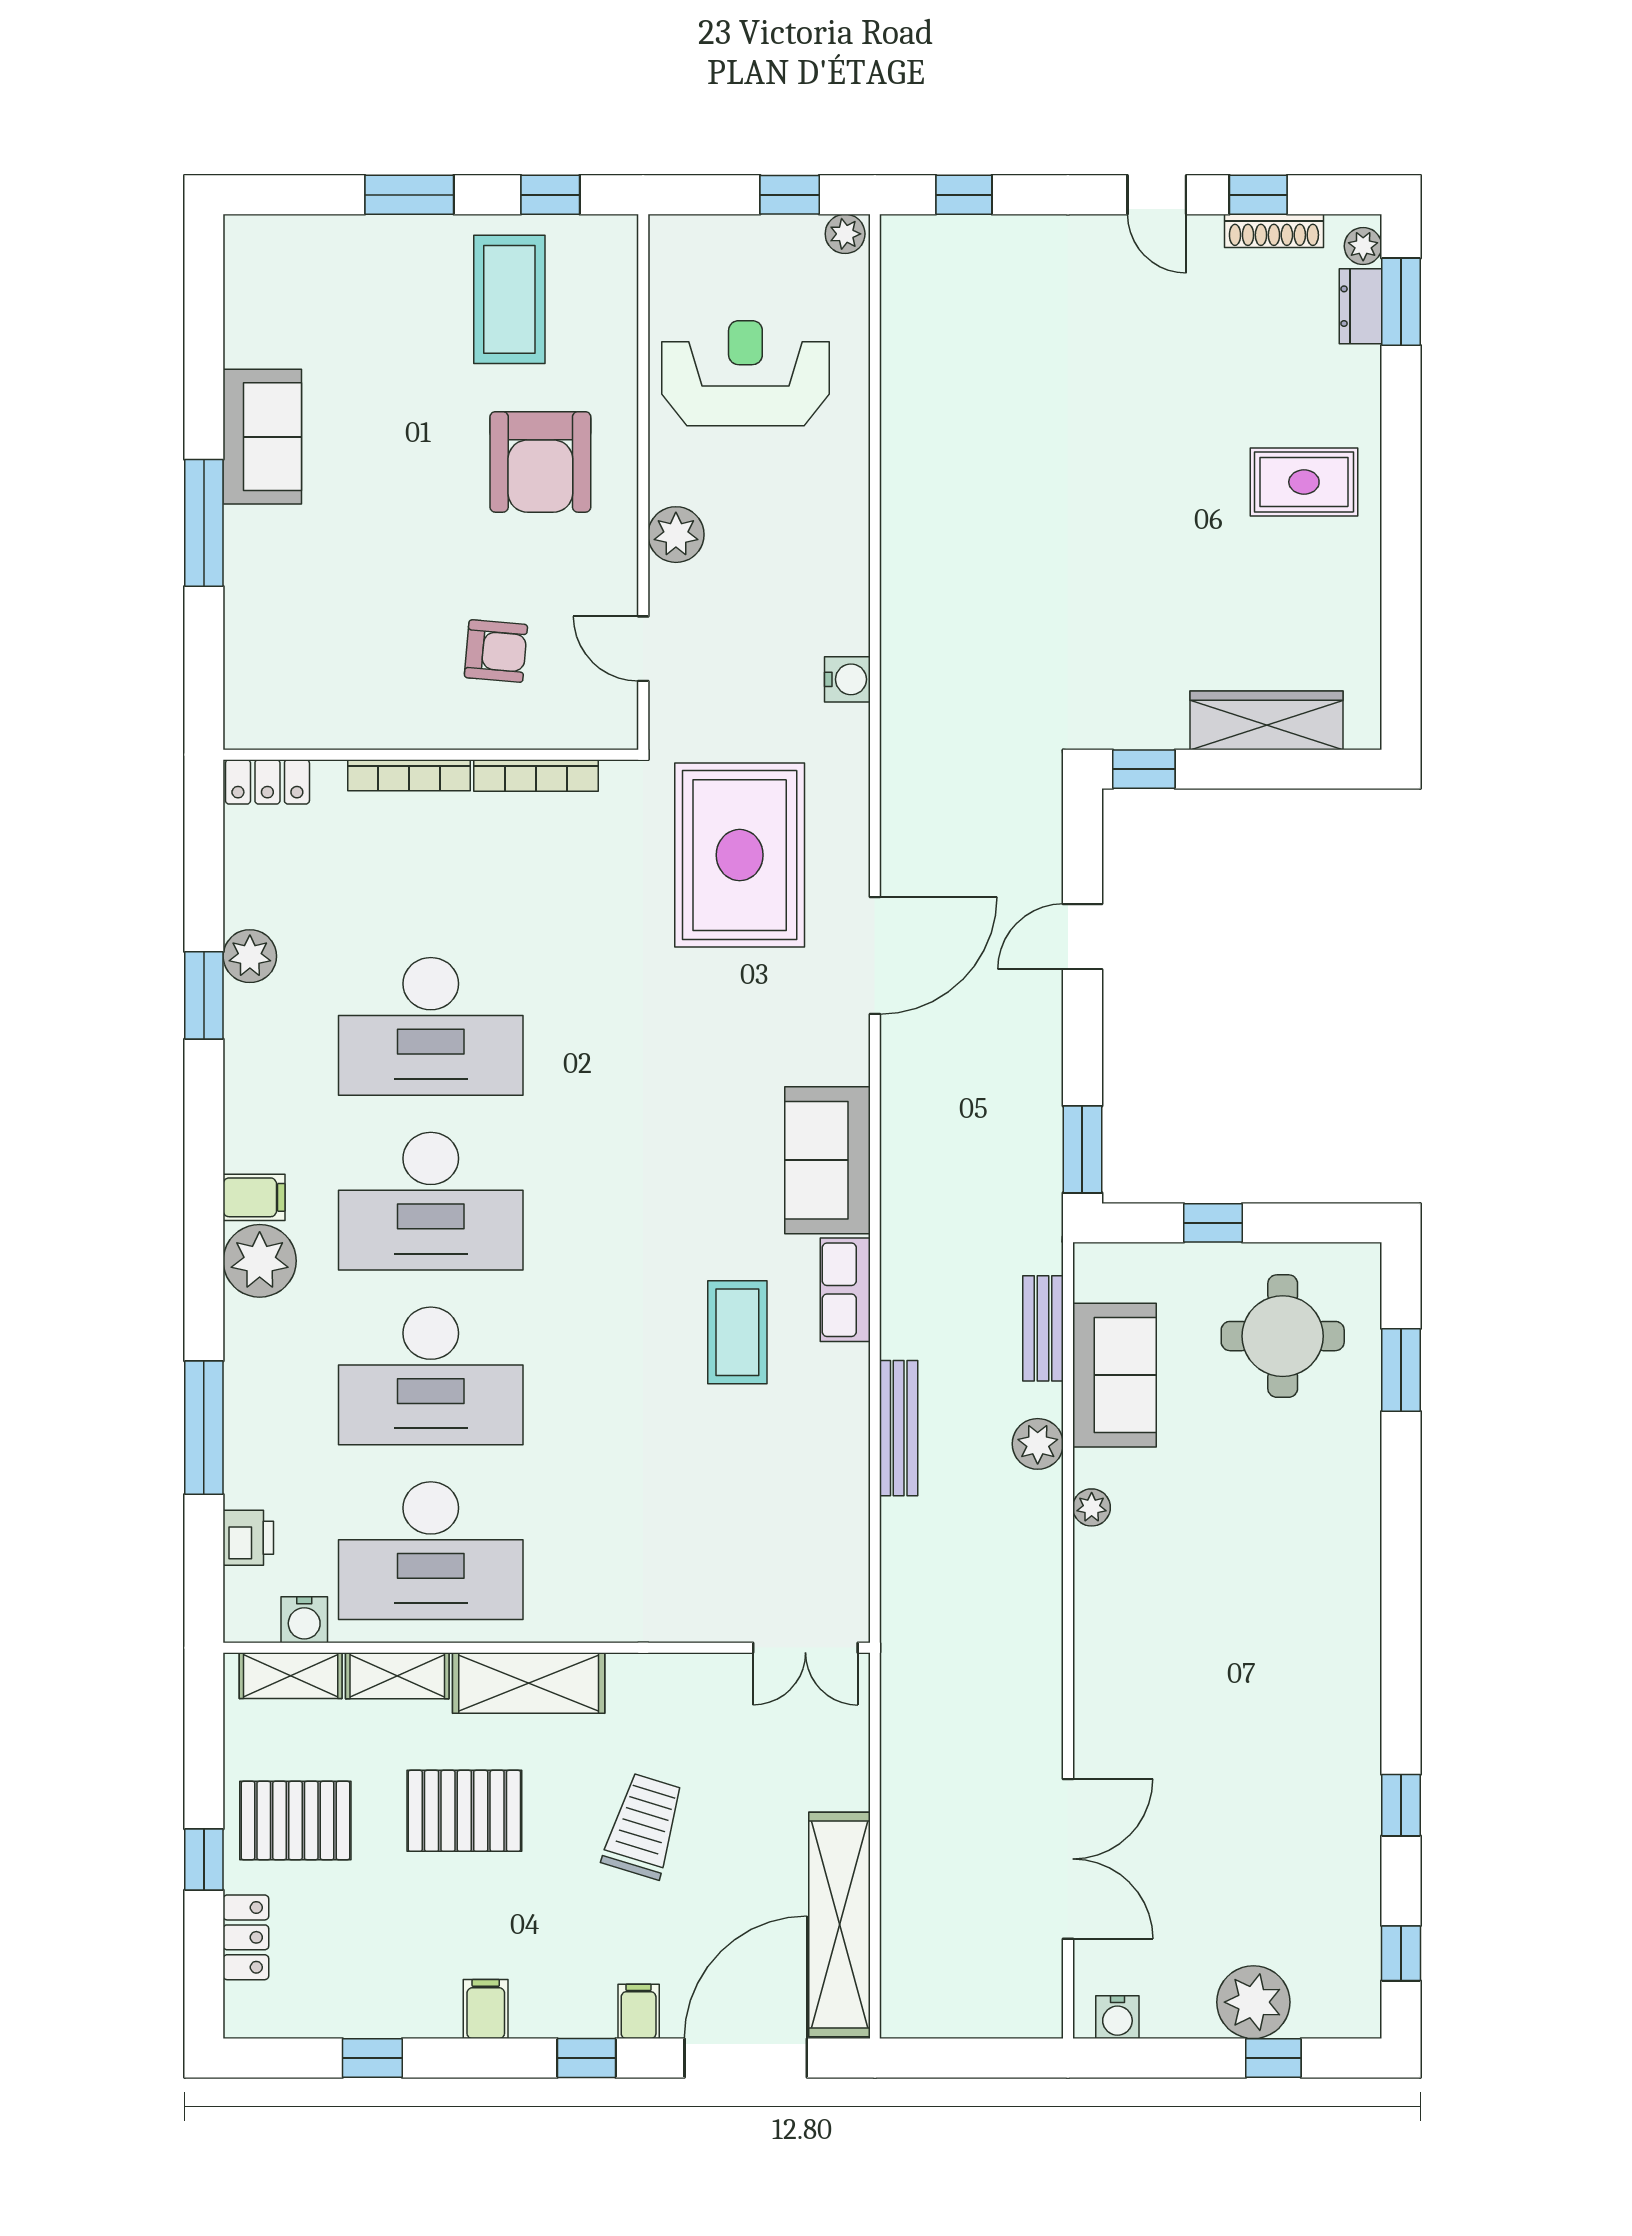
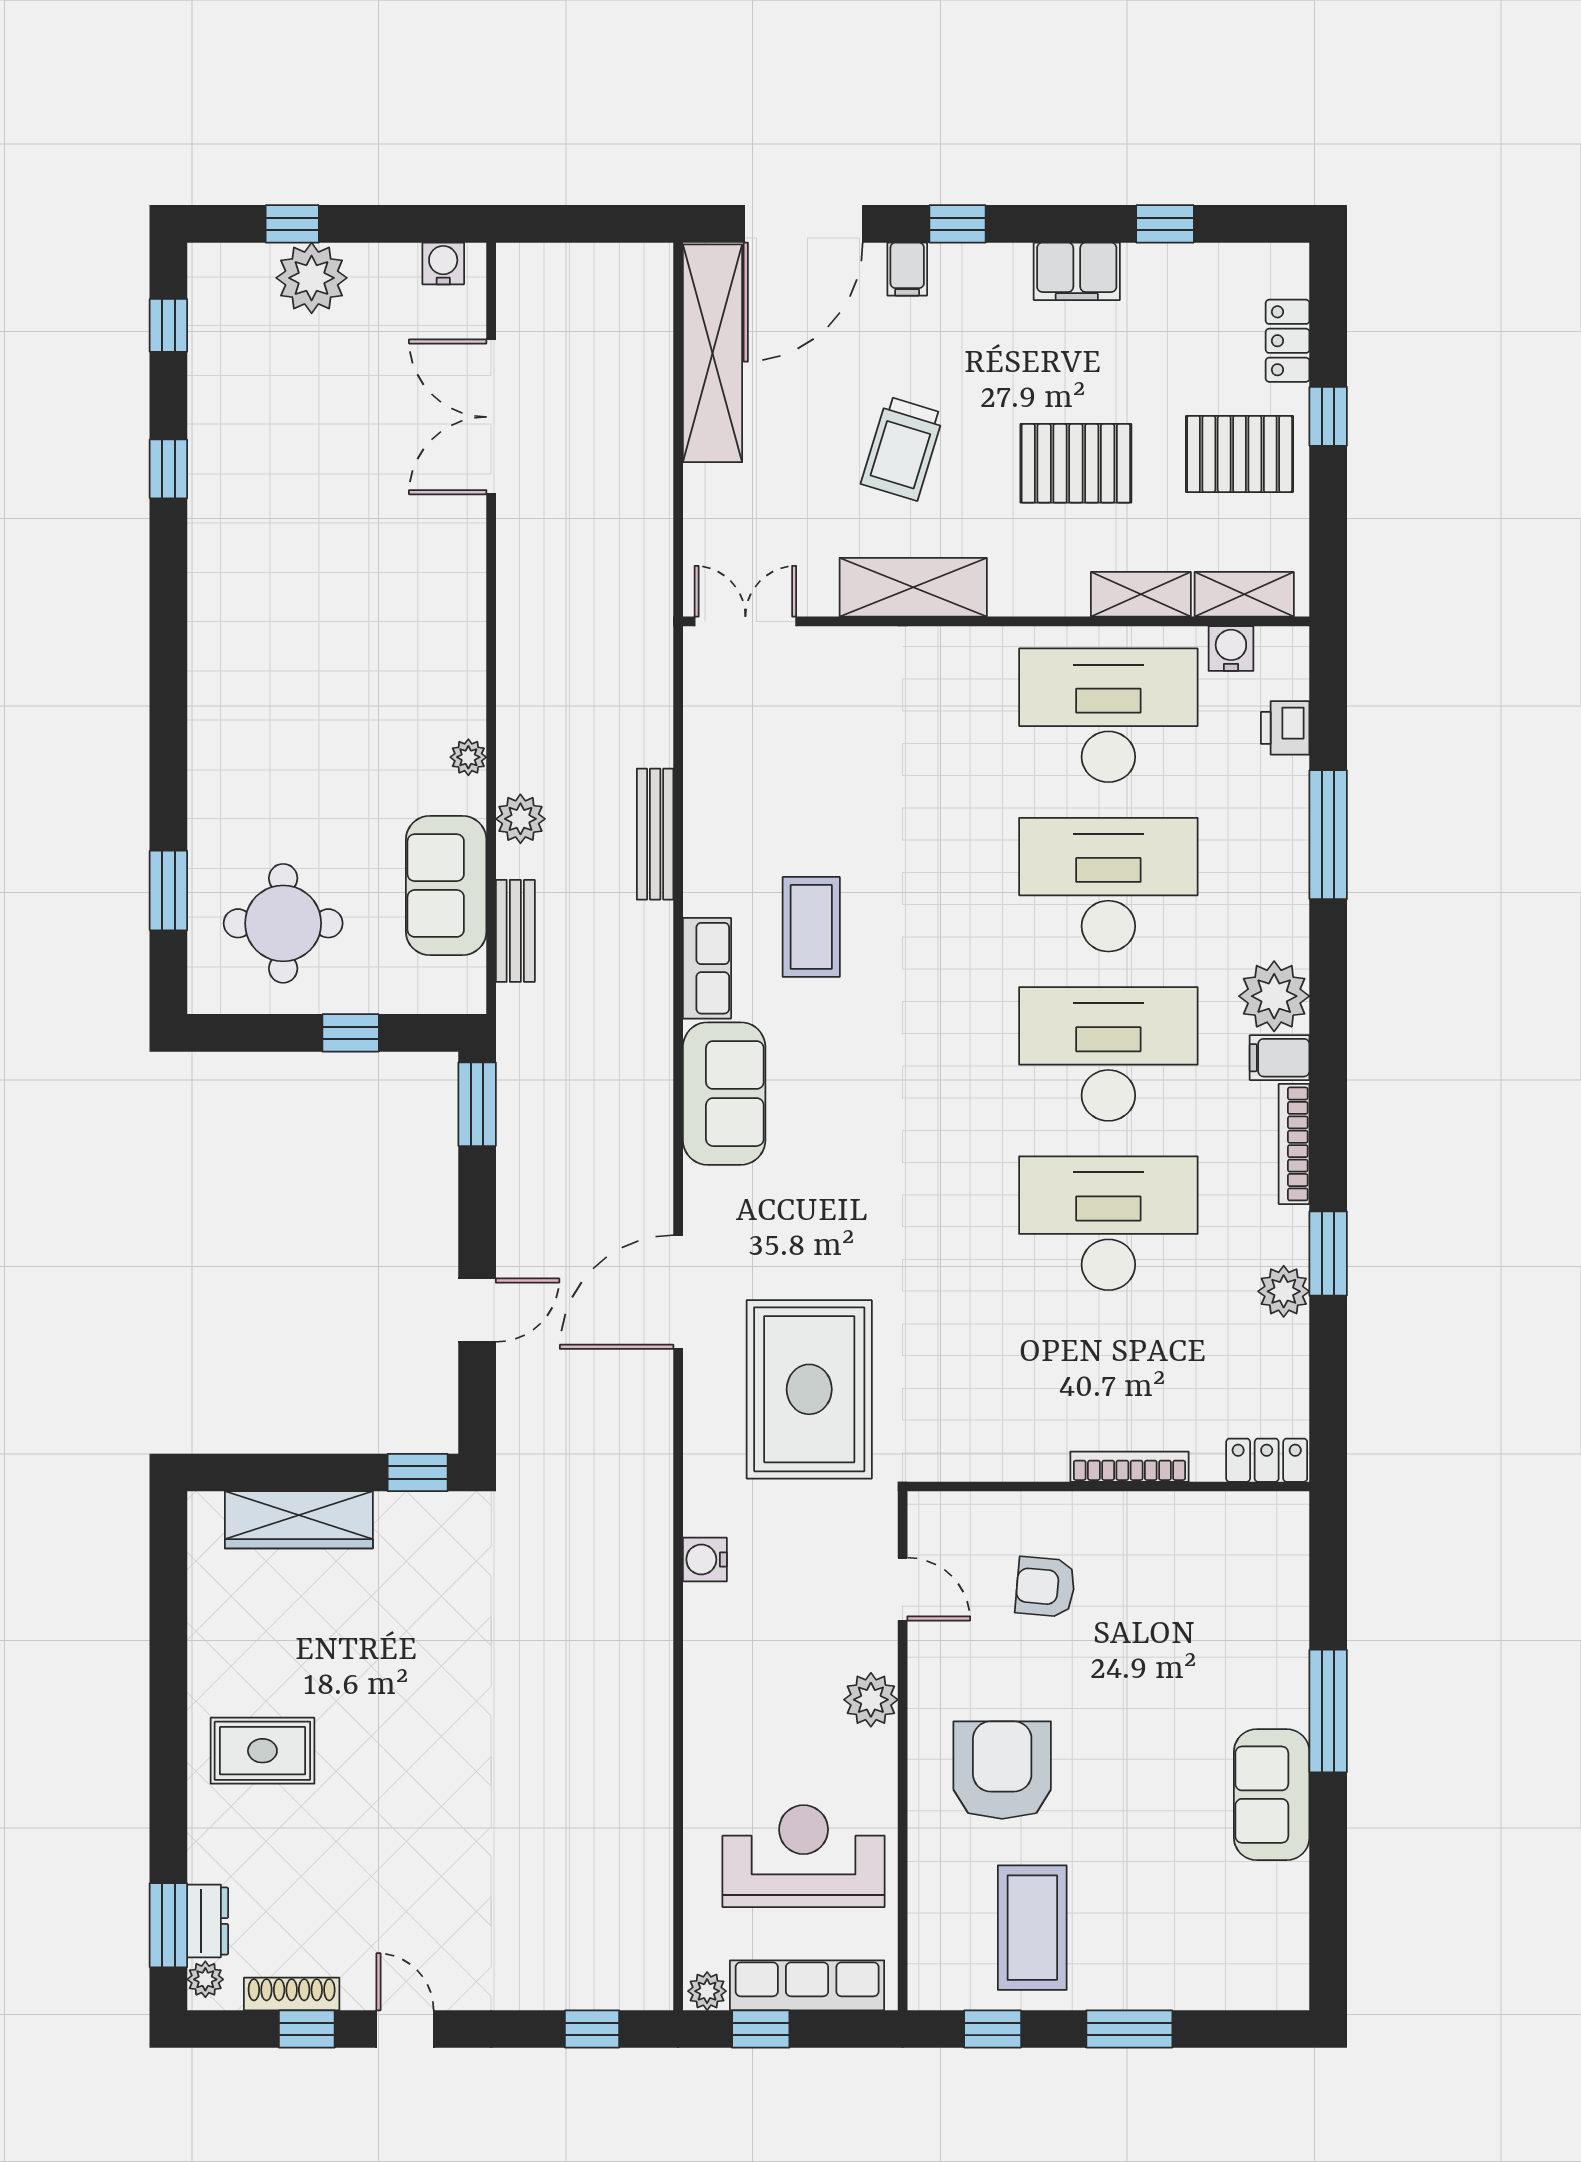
row of seats: (742, 240) -> (807, 1985), added
reception desk: (745, 373) -> (804, 1856), turned 180
bookcase: (536, 775) -> (1294, 1144), moved, turned -90
shelving: (529, 1683) -> (913, 587), moved
filing cabinet: (486, 2009) -> (1077, 271), width x2.00

